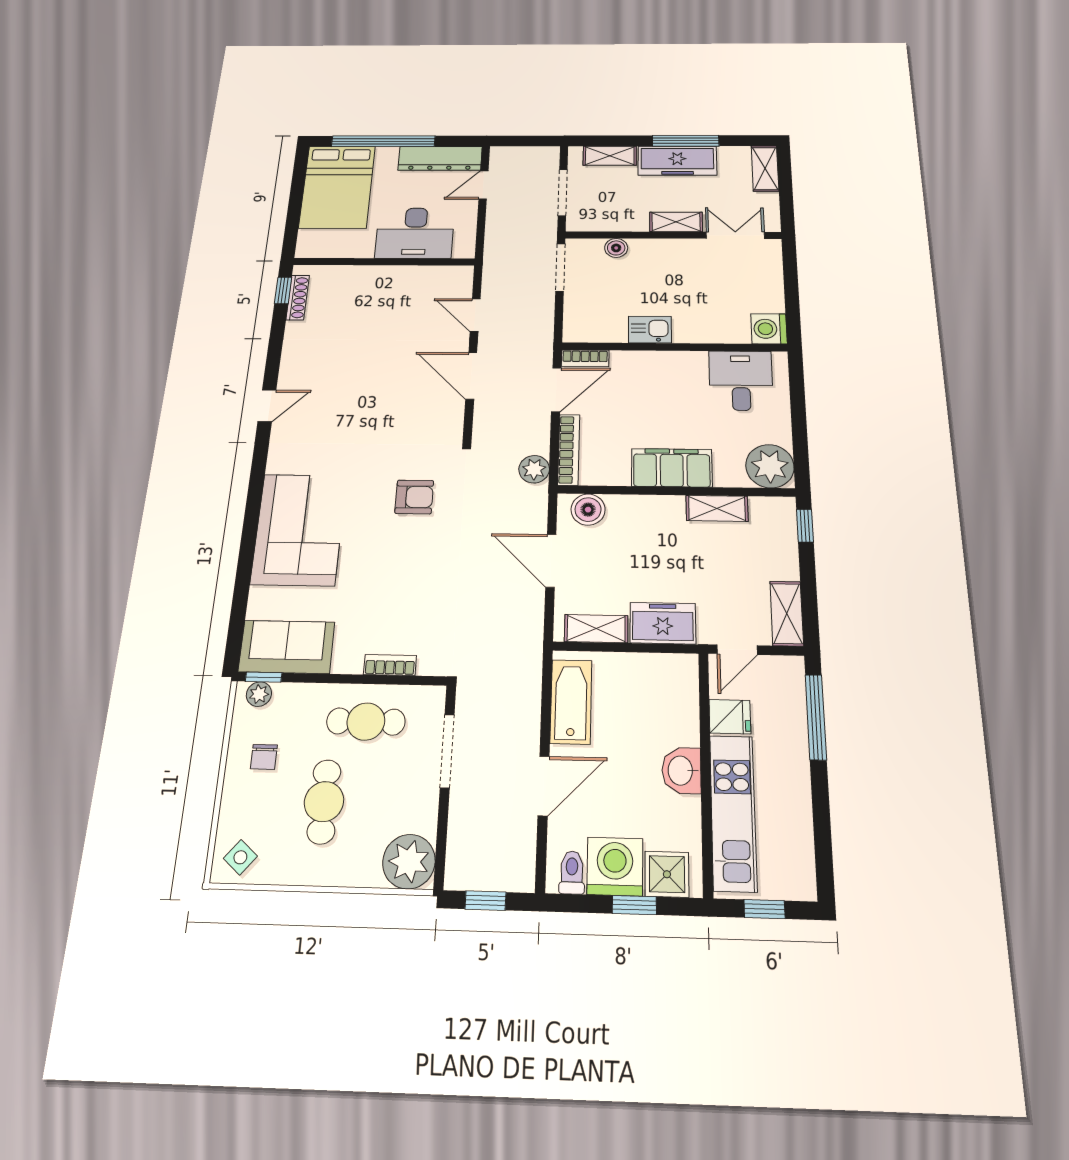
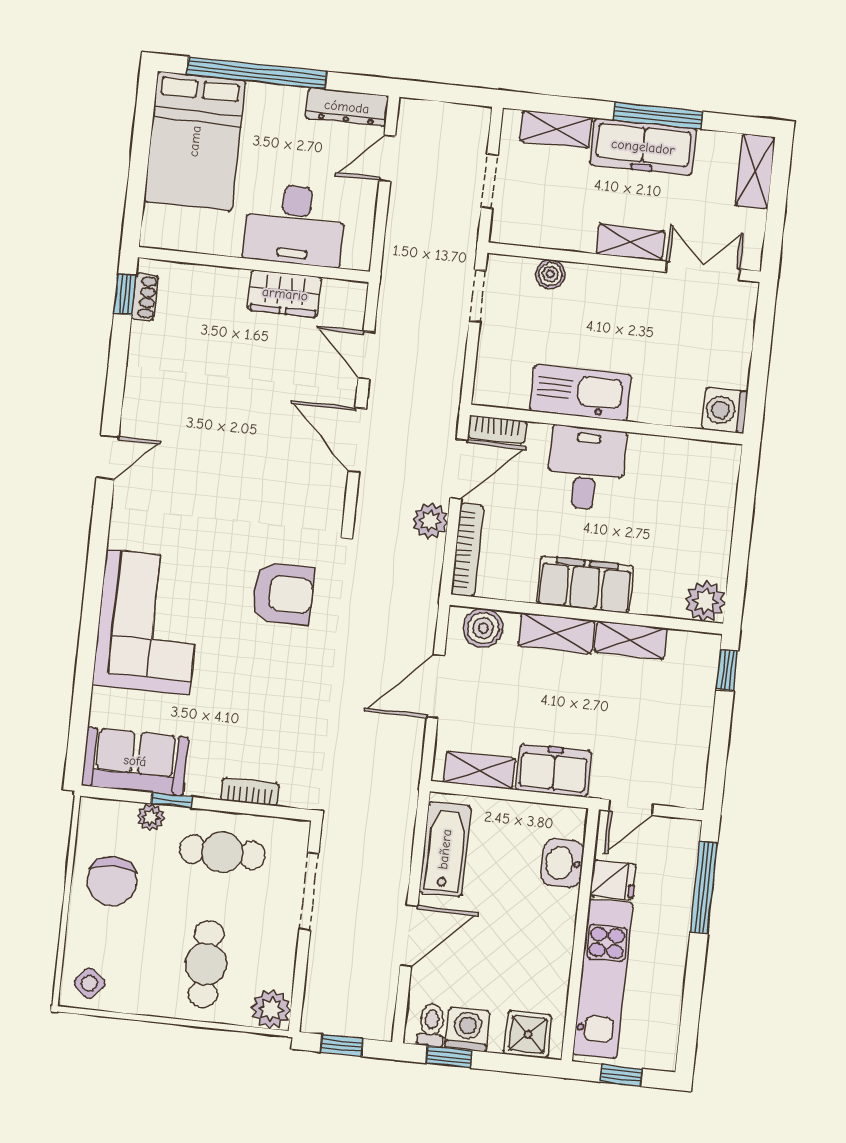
dresser: (440, 158) -> (347, 107), width x0.73, depth x0.80
doorway: (563, 192) -> (490, 181), width x0.73
doorway: (560, 268) -> (477, 296), width x0.73
wardrobe: (409, 279) -> (285, 294), added
shoe rack: (298, 298) -> (145, 297), width x0.70
kitchen sink: (650, 330) -> (580, 393), width x1.88, depth x1.24
desk: (741, 381) -> (586, 468), moved
plant: (770, 466) -> (705, 601), width x0.73, depth x0.73
plant: (534, 469) -> (430, 521), moved
armchair: (414, 497) -> (283, 594), width x1.38, depth x1.38
door: (551, 561) -> (436, 686), hinge flipped
shelving: (787, 613) -> (556, 633), moved, turned 90
window: (264, 677) -> (172, 800), moved
plant: (259, 694) -> (151, 817), moved
chair: (264, 757) -> (112, 881), width x1.87, depth x1.87
washbasin: (681, 771) -> (562, 863), moved
cafe table: (324, 802) -> (206, 964), moved
plant: (409, 862) -> (271, 1009), width x0.73, depth x0.73
washing machine: (615, 866) -> (467, 1029), width x0.73, depth x0.73
window: (634, 905) -> (449, 1057), moved

